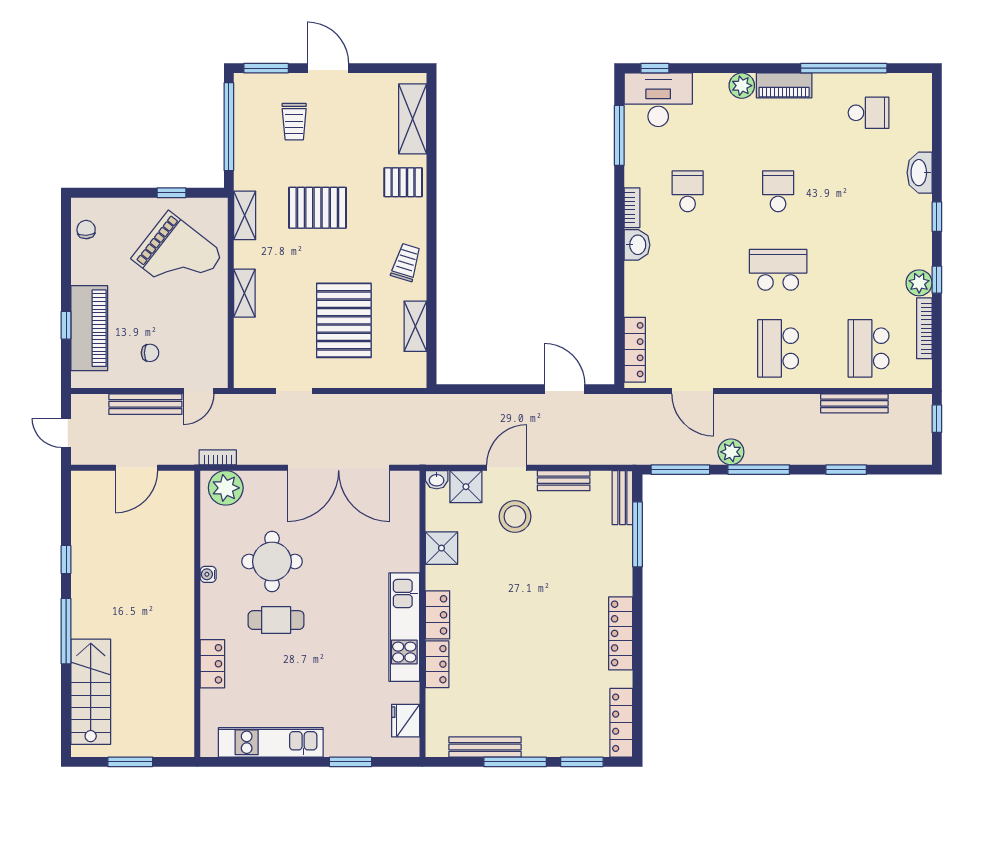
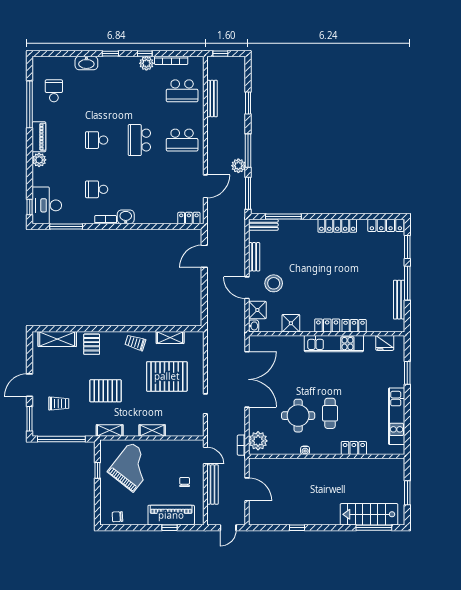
pallet: (317, 208) -> (106, 391), turned 90
locker: (635, 350) -> (189, 218), width x0.66
window: (66, 631) -> (374, 528), moved

